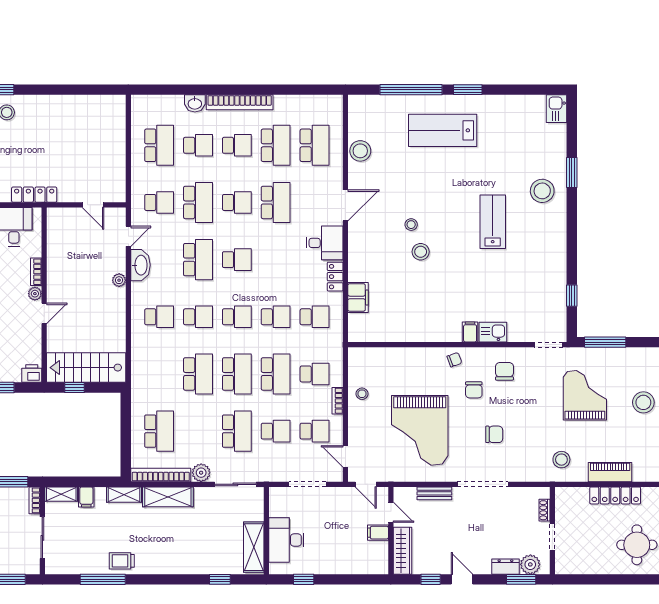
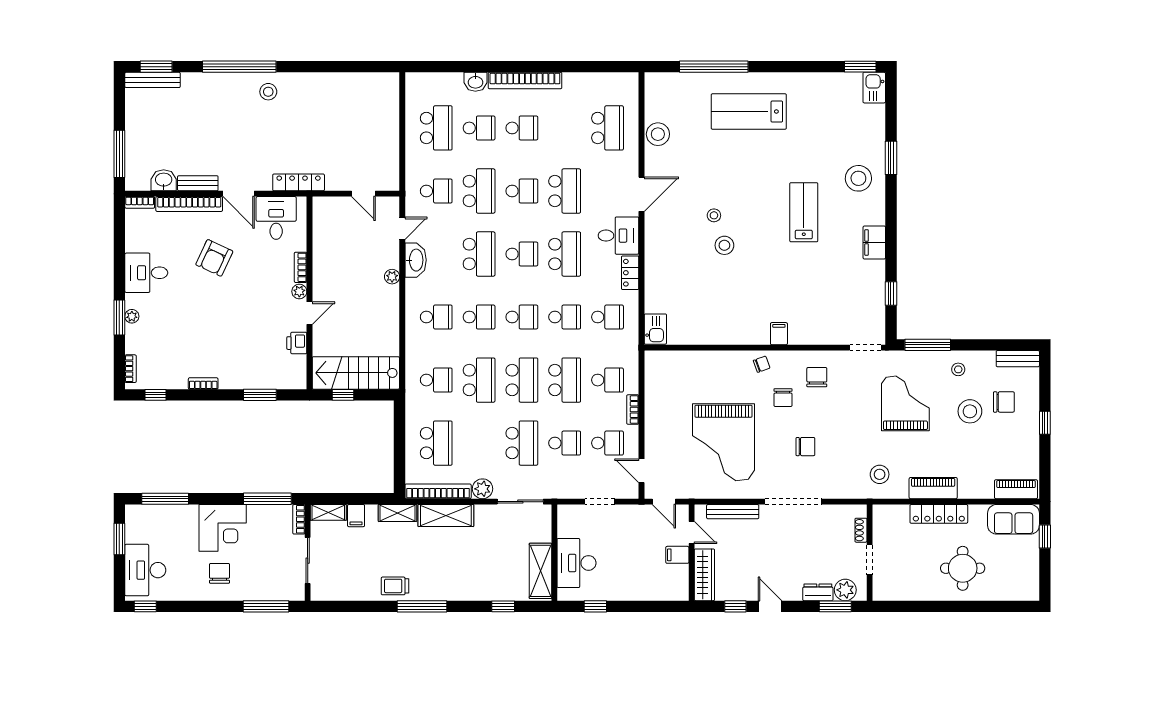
window: (468, 90) -> (860, 67), moved
school desk: (276, 145) -> (565, 254), moved
filing cabinet: (358, 297) -> (874, 243), moved, turned 180
kitchen sink: (493, 332) -> (655, 329), moved, turned 90
printer: (32, 374) -> (297, 343), moved, turned -90
school desk: (159, 374) -> (436, 380), added
stool: (362, 394) -> (958, 369), moved
doorway: (307, 484) -> (600, 502), width x0.73
bench: (434, 493) -> (733, 512), width x1.36
window: (103, 579) -> (422, 606), moved

